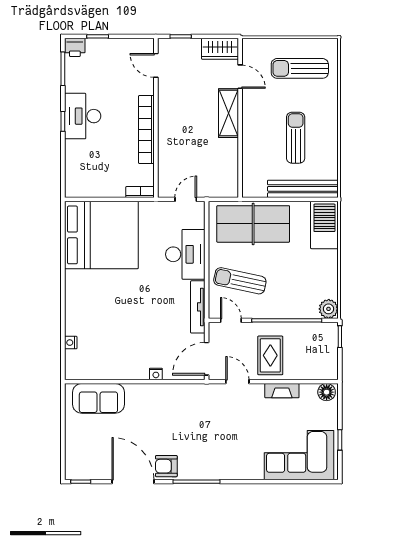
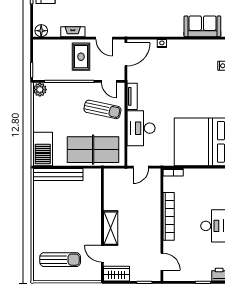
sun lounger: (296, 138) -> (63, 211), removed
tv unit: (198, 307) -> (132, 96), width x0.71

